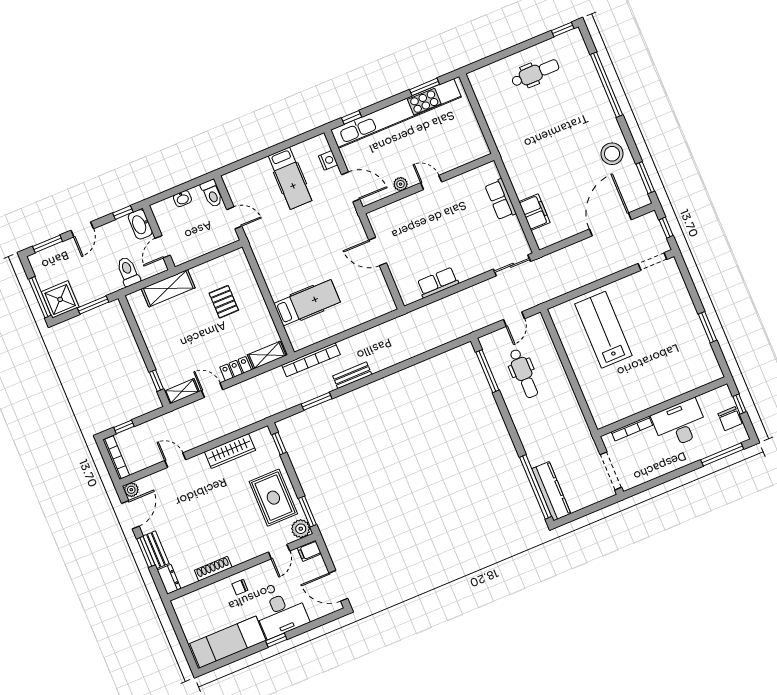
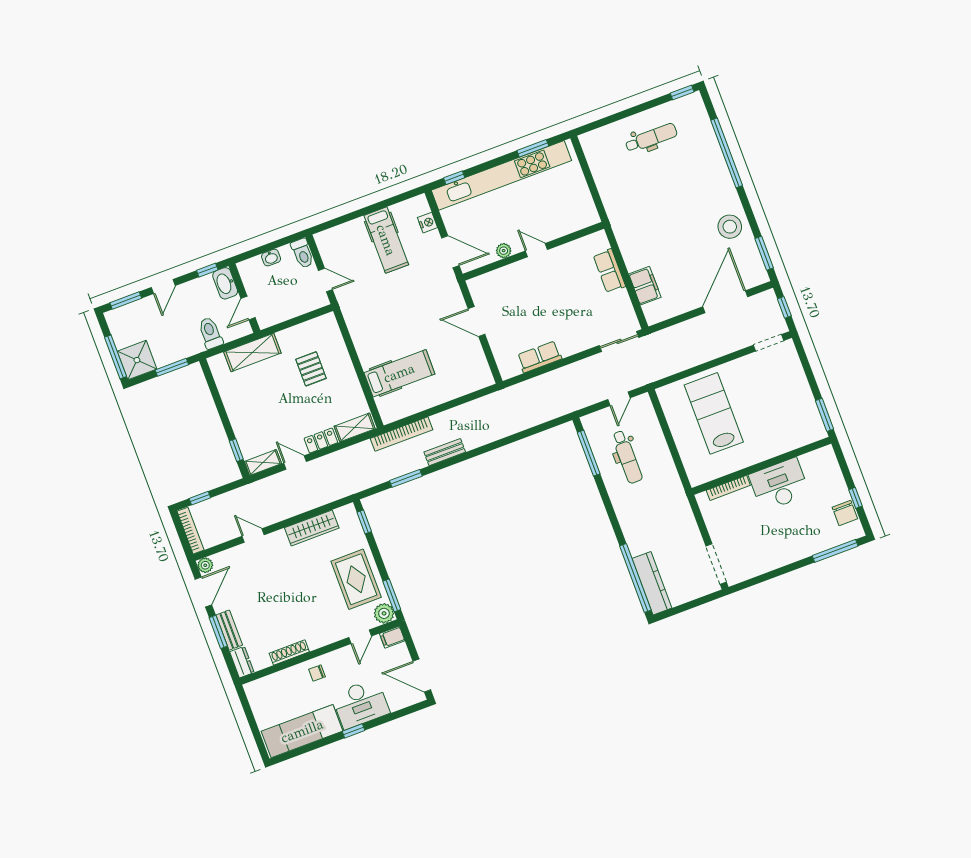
wall: (662, 407) -> (761, 466), moved
desk: (680, 424) -> (779, 485), moved
bookcase: (632, 428) -> (728, 488), moved

